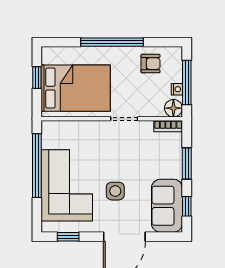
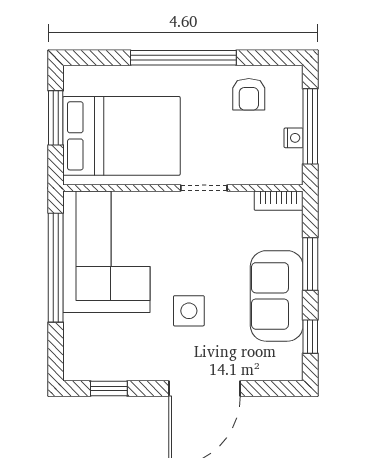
armchair: (151, 64) -> (249, 94), turned 90
window: (37, 77) -> (56, 118), width x1.50
floor lamp: (173, 108) -> (288, 170), removed
corner sofa: (67, 185) -> (106, 252), moved
sofa: (167, 206) -> (277, 296), moved

